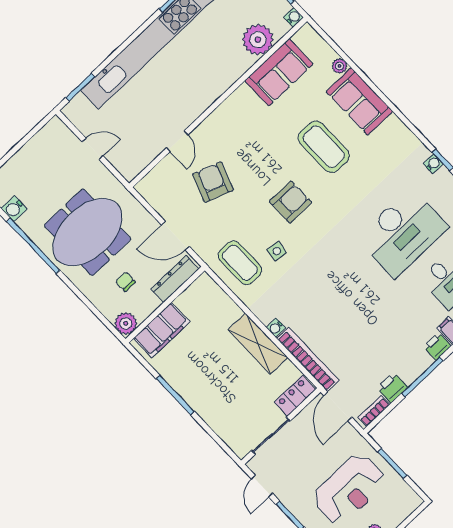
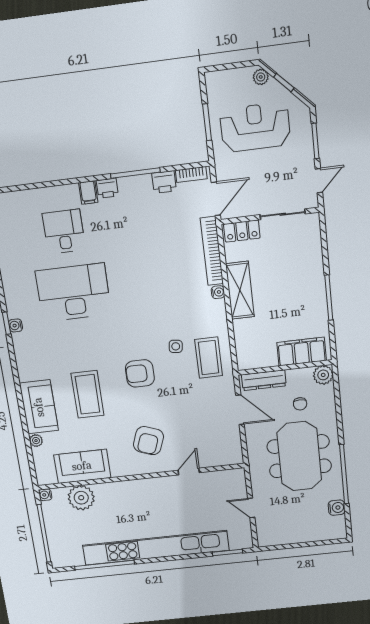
armchair: (213, 182) -> (148, 441), moved
meeting table: (88, 232) -> (299, 456), turned 90

